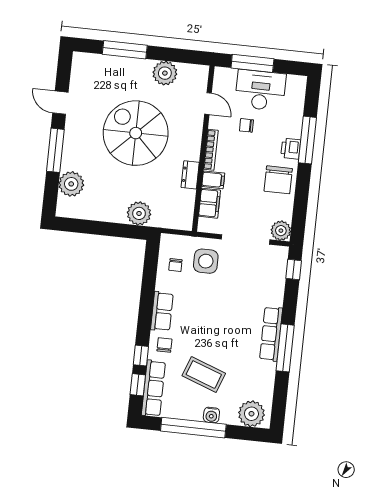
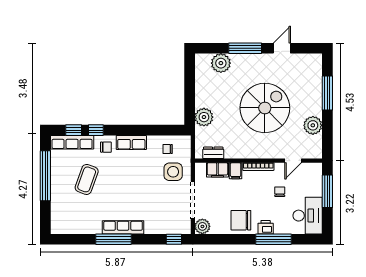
desk: (260, 90) -> (308, 216), moved
dresser: (190, 175) -> (213, 153), moved
plant: (251, 414) -> (61, 219), removed
water cooler: (211, 415) -> (56, 189), removed

